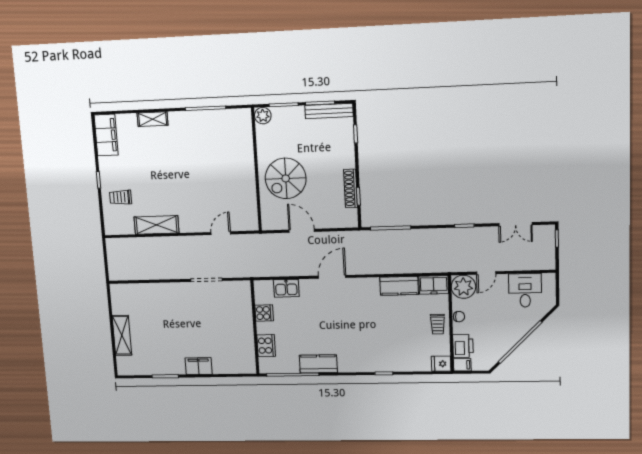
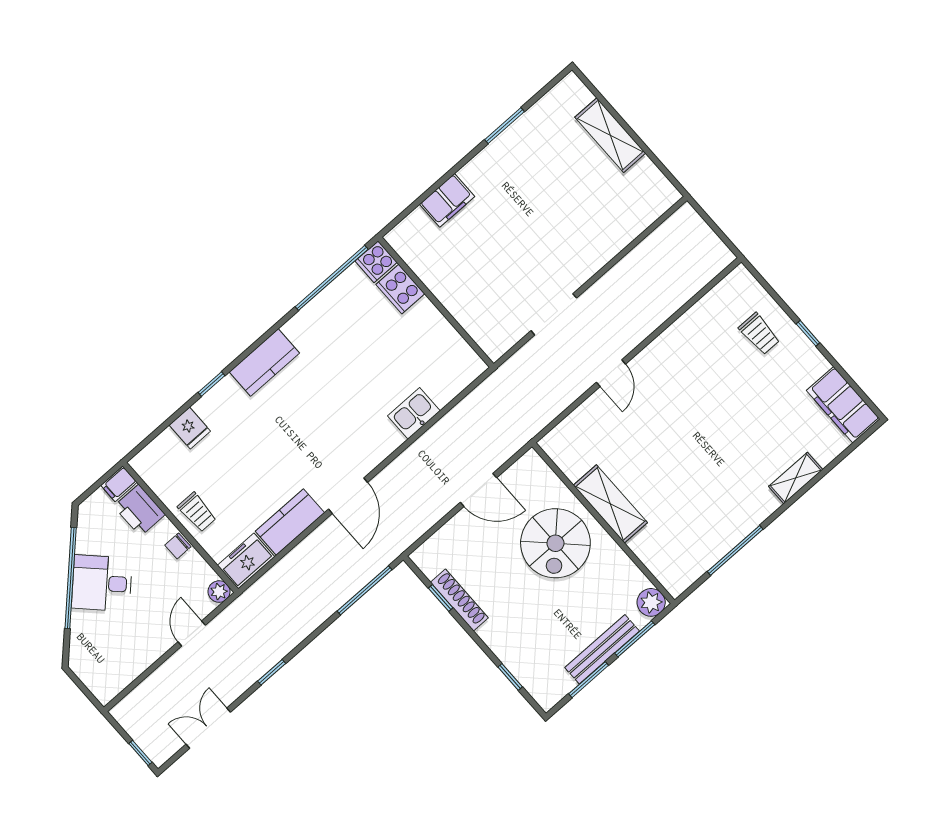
bench: (329, 111) -> (602, 649), moved
spiral stairs: (286, 178) -> (555, 543), turned 180
trolley: (121, 197) -> (759, 334), turned 90
shelving: (157, 225) -> (610, 504), moved, turned 90
door: (221, 233) -> (611, 373), moved
door: (332, 277) -> (348, 496), moved
plant: (463, 287) -> (219, 592), width x0.53, depth x0.53
kitchen sink: (286, 288) -> (414, 413), moved
desk: (525, 290) -> (102, 583), moved, turned 135
cooker: (264, 313) -> (376, 262), moved
trolley: (438, 324) -> (197, 512), turned 180
kitchen counter: (318, 364) -> (264, 363), moved
fridge: (441, 364) -> (190, 428), moved, turned 90
filing cabinet: (199, 366) -> (447, 200), moved

